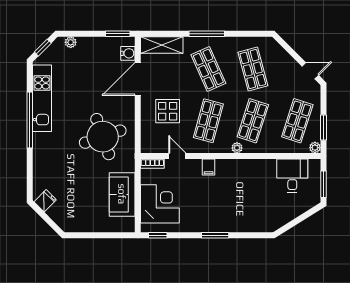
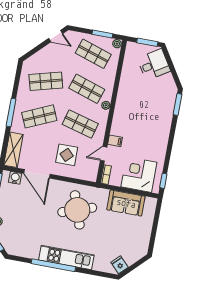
door: (310, 71) -> (56, 36), swing flipped
kitchen unit: (42, 98) -> (66, 258), moved
filing cabinet: (209, 167) -> (115, 141), moved
desk: (292, 176) -> (154, 65), moved, turned 148
window: (215, 235) -> (178, 104), moved

